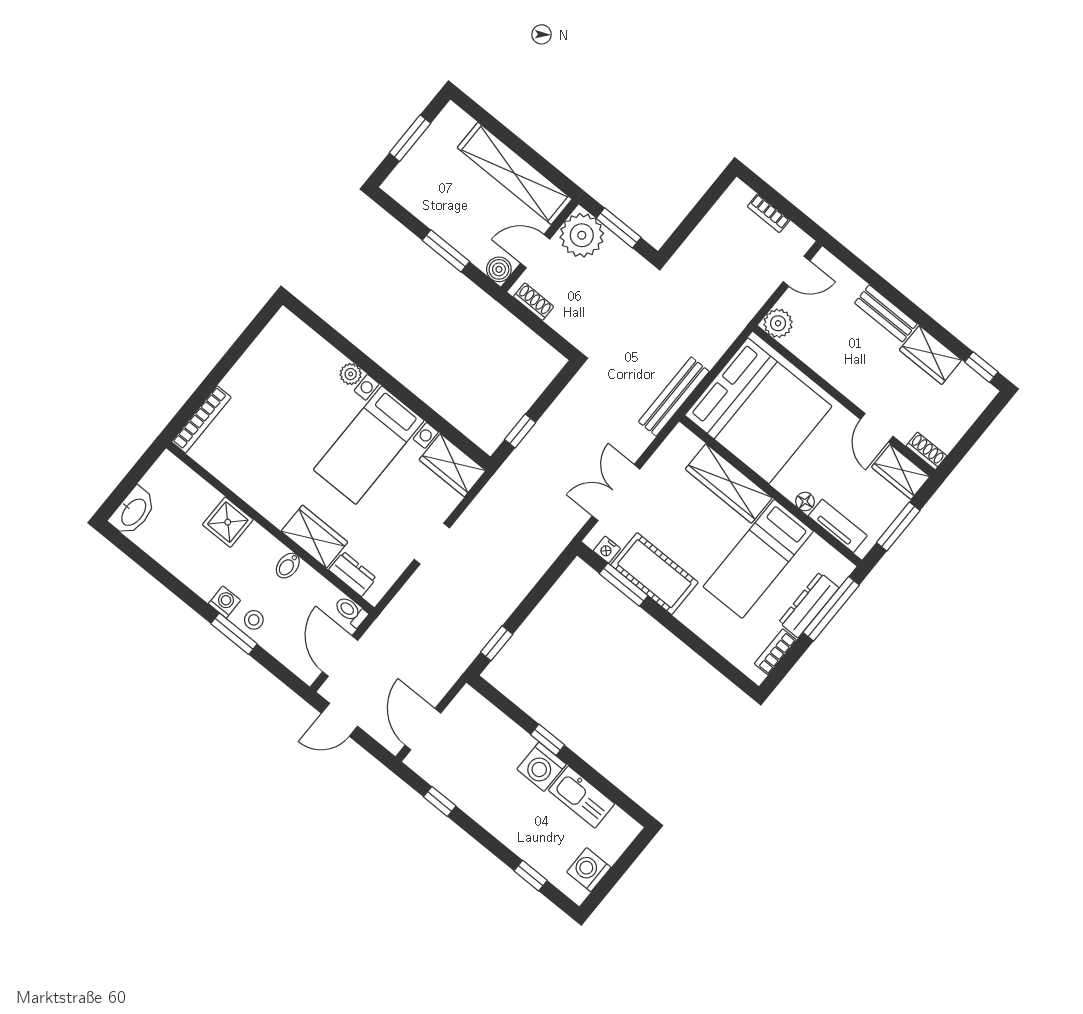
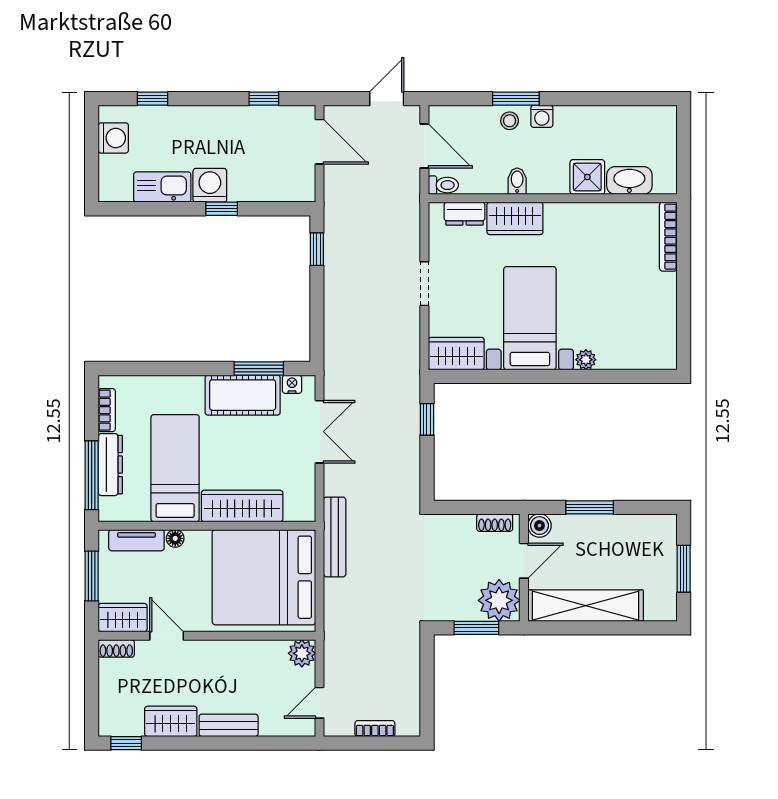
washbasin: (133, 512) -> (629, 180), moved, turned 90

